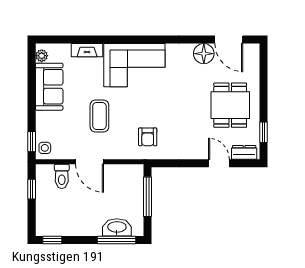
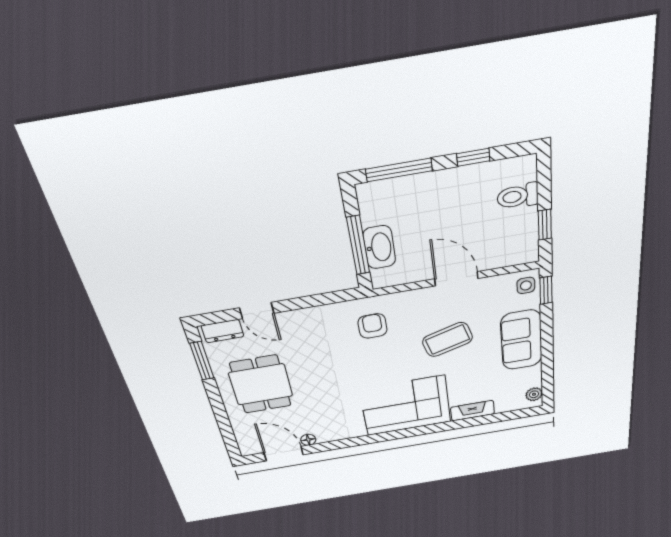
floor lamp: (204, 54) -> (308, 440), width x0.53, depth x0.53
sofa: (49, 87) -> (521, 340), moved
coffee table: (99, 116) -> (447, 340), turned 74
window: (263, 132) -> (202, 361), width x1.50
toilet: (62, 176) -> (518, 196), moved, turned -90
washbasin: (117, 227) -> (379, 247), moved, turned -90
window: (52, 240) -> (473, 157), moved

